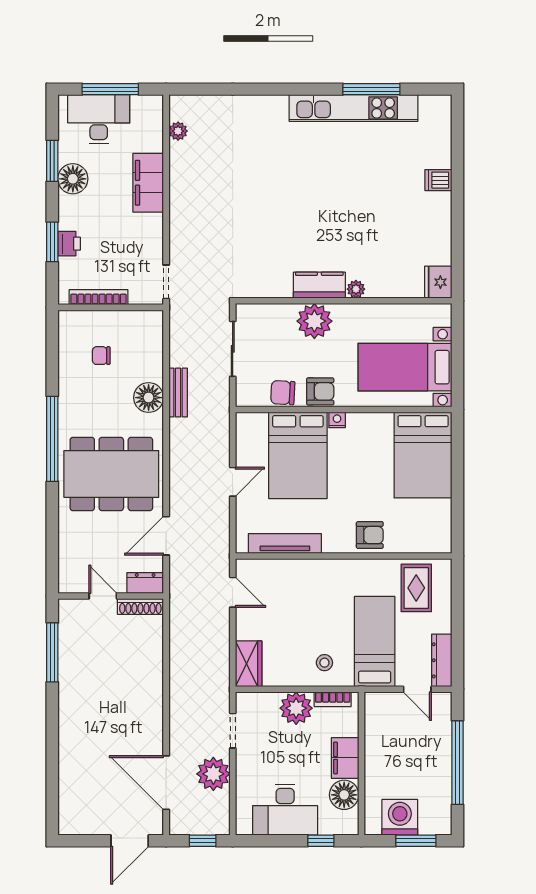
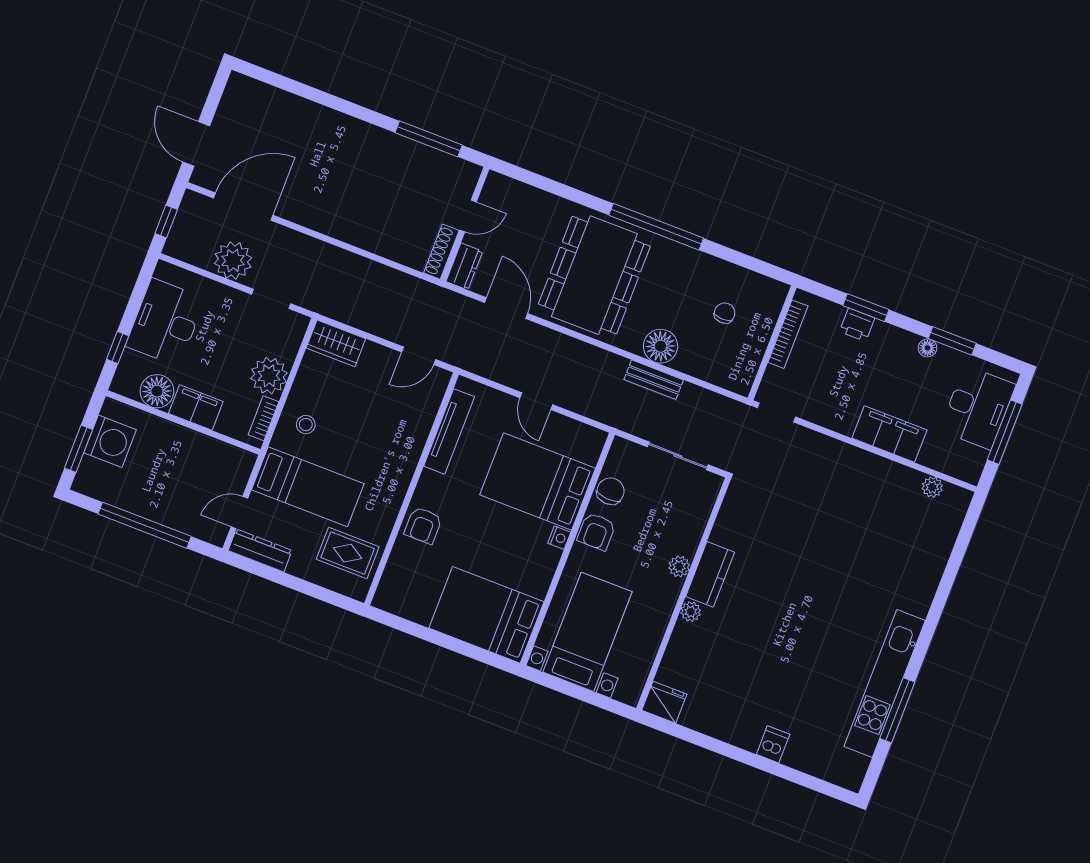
floor lamp: (73, 179) -> (927, 348), width x0.53, depth x0.53
plant: (314, 321) -> (679, 566), width x0.53, depth x0.53

